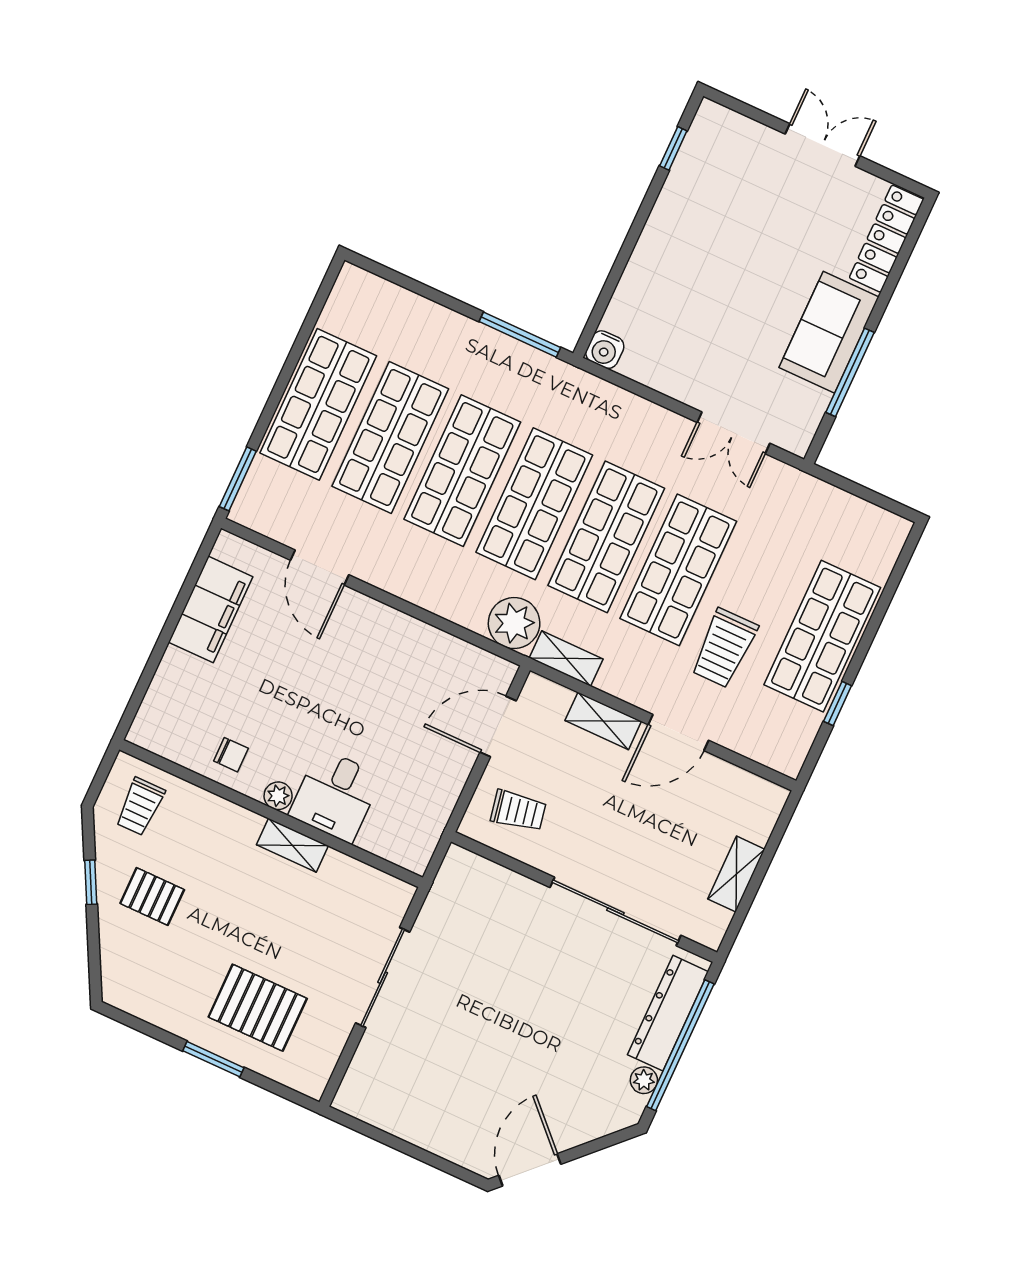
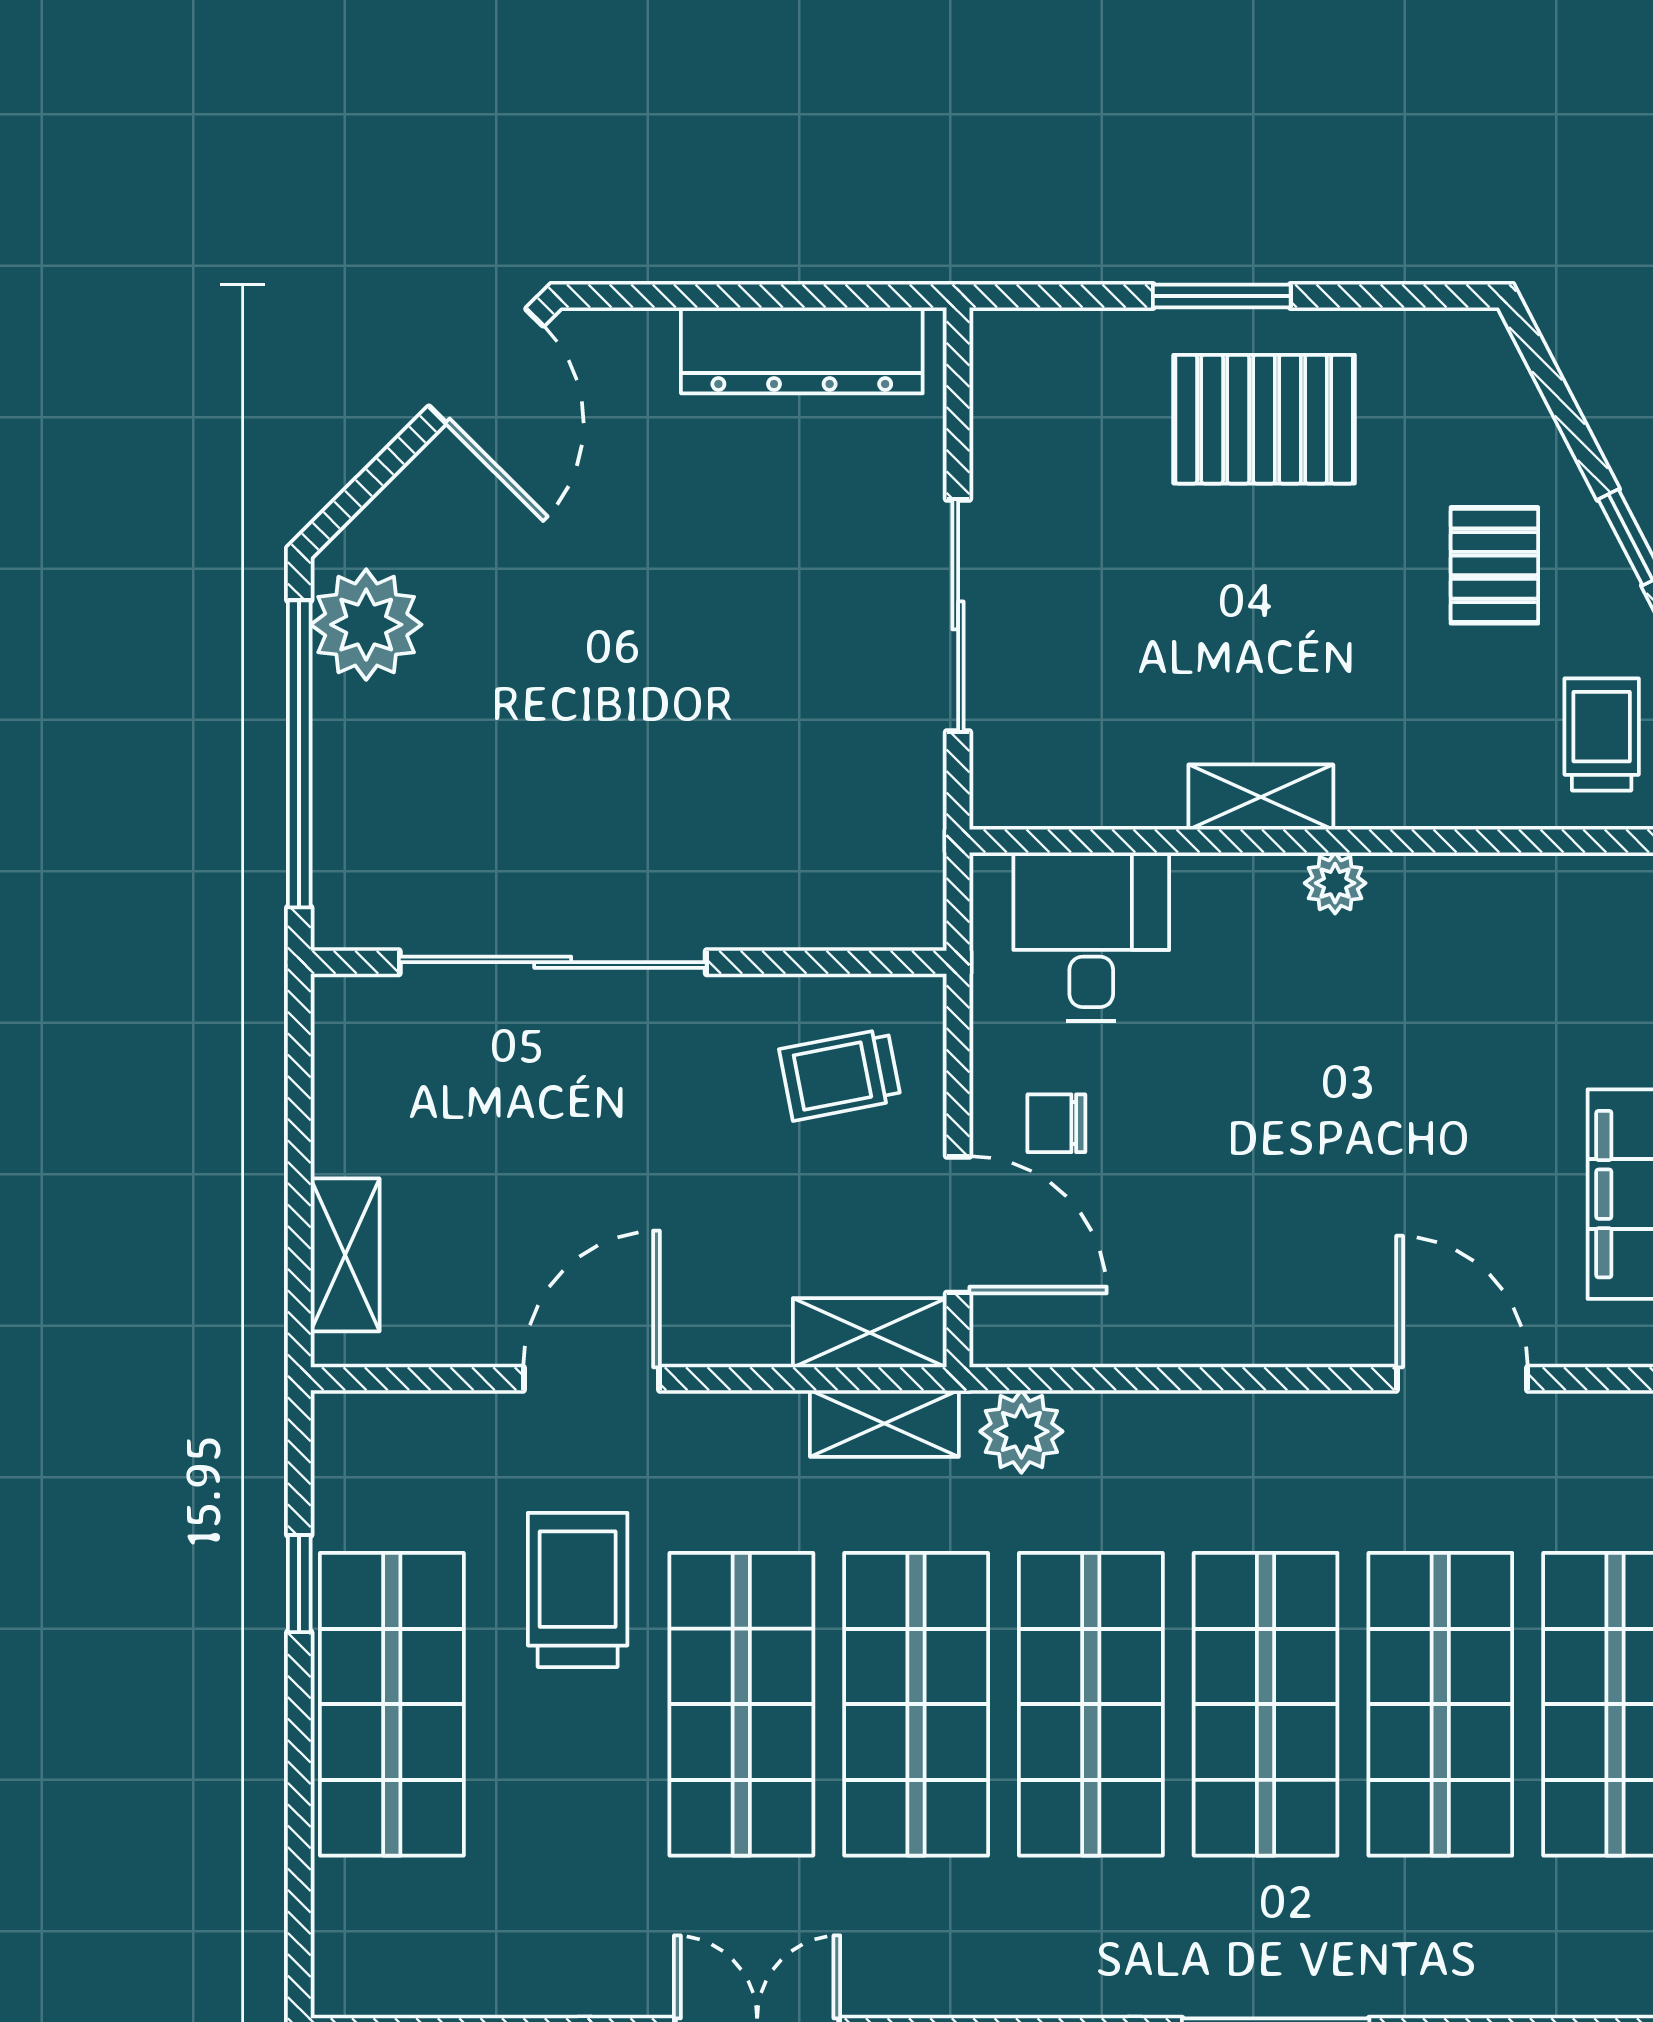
plant: (514, 623) -> (1021, 1431), width x0.73, depth x0.73
shelving: (603, 721) -> (870, 1333), moved
door: (498, 726) -> (958, 1225), hinge flipped
chair: (231, 755) -> (1056, 1123), moved
desk: (335, 796) -> (1091, 937), moved
shelving: (736, 874) -> (345, 1255), moved
pallet: (152, 897) -> (1494, 565), turned 90
pallet: (258, 1008) -> (1264, 419), moved
dresser: (668, 1013) -> (802, 350), moved, turned 90
plant: (644, 1080) -> (366, 625), width x1.88, depth x1.88

